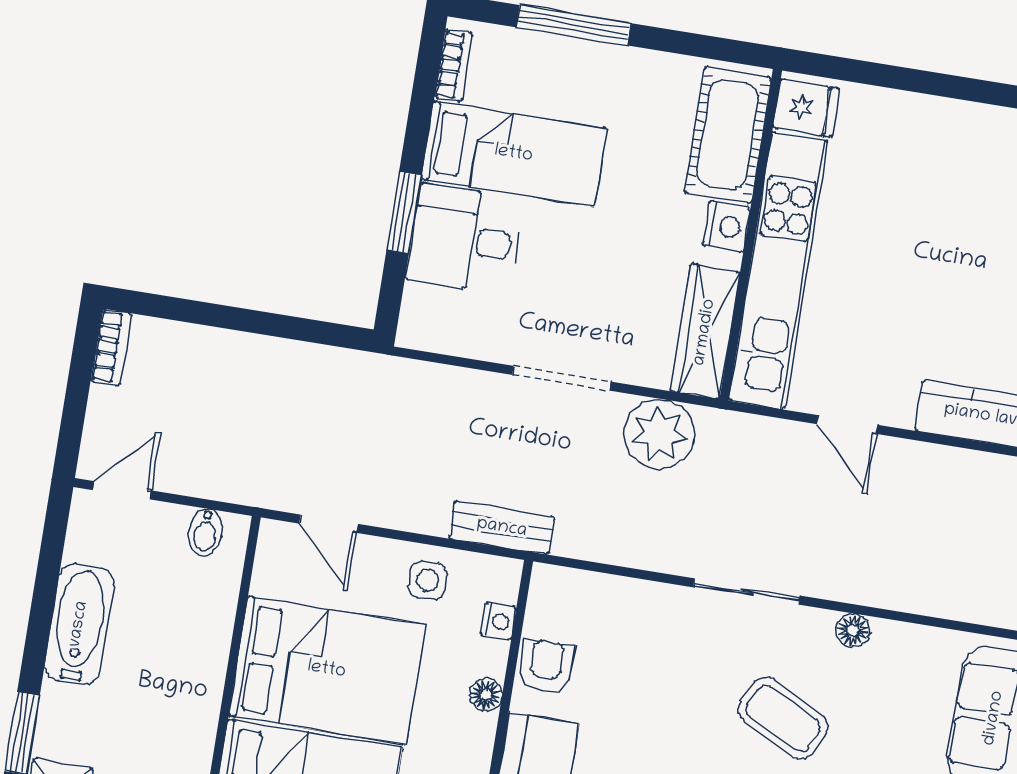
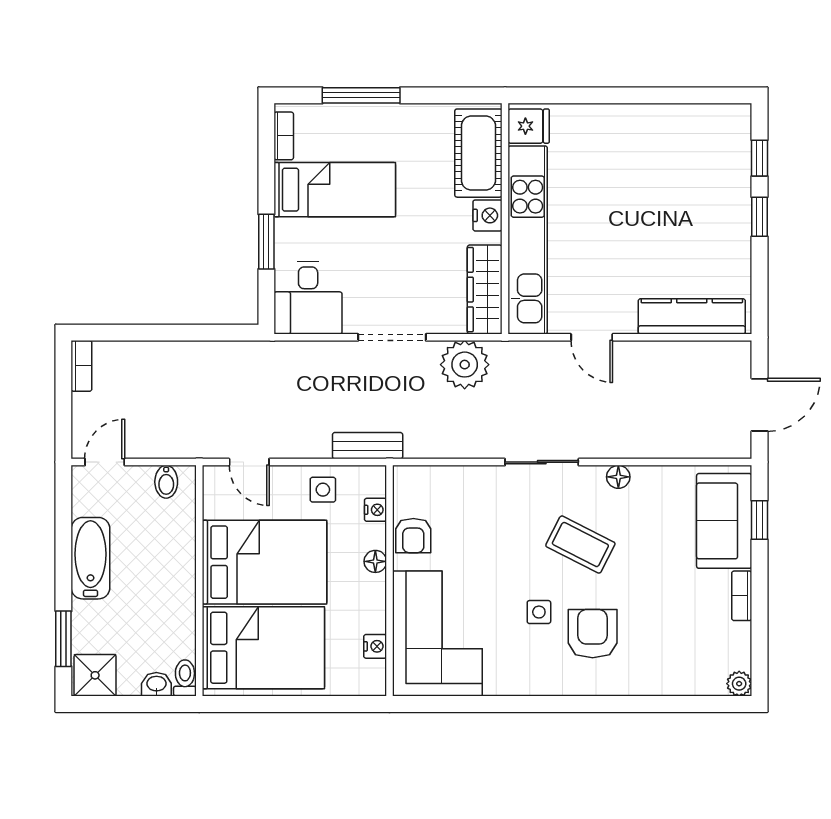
desk: (465, 239) -> (308, 298), moved, turned -90
armchair: (546, 667) -> (413, 536), turned 180

